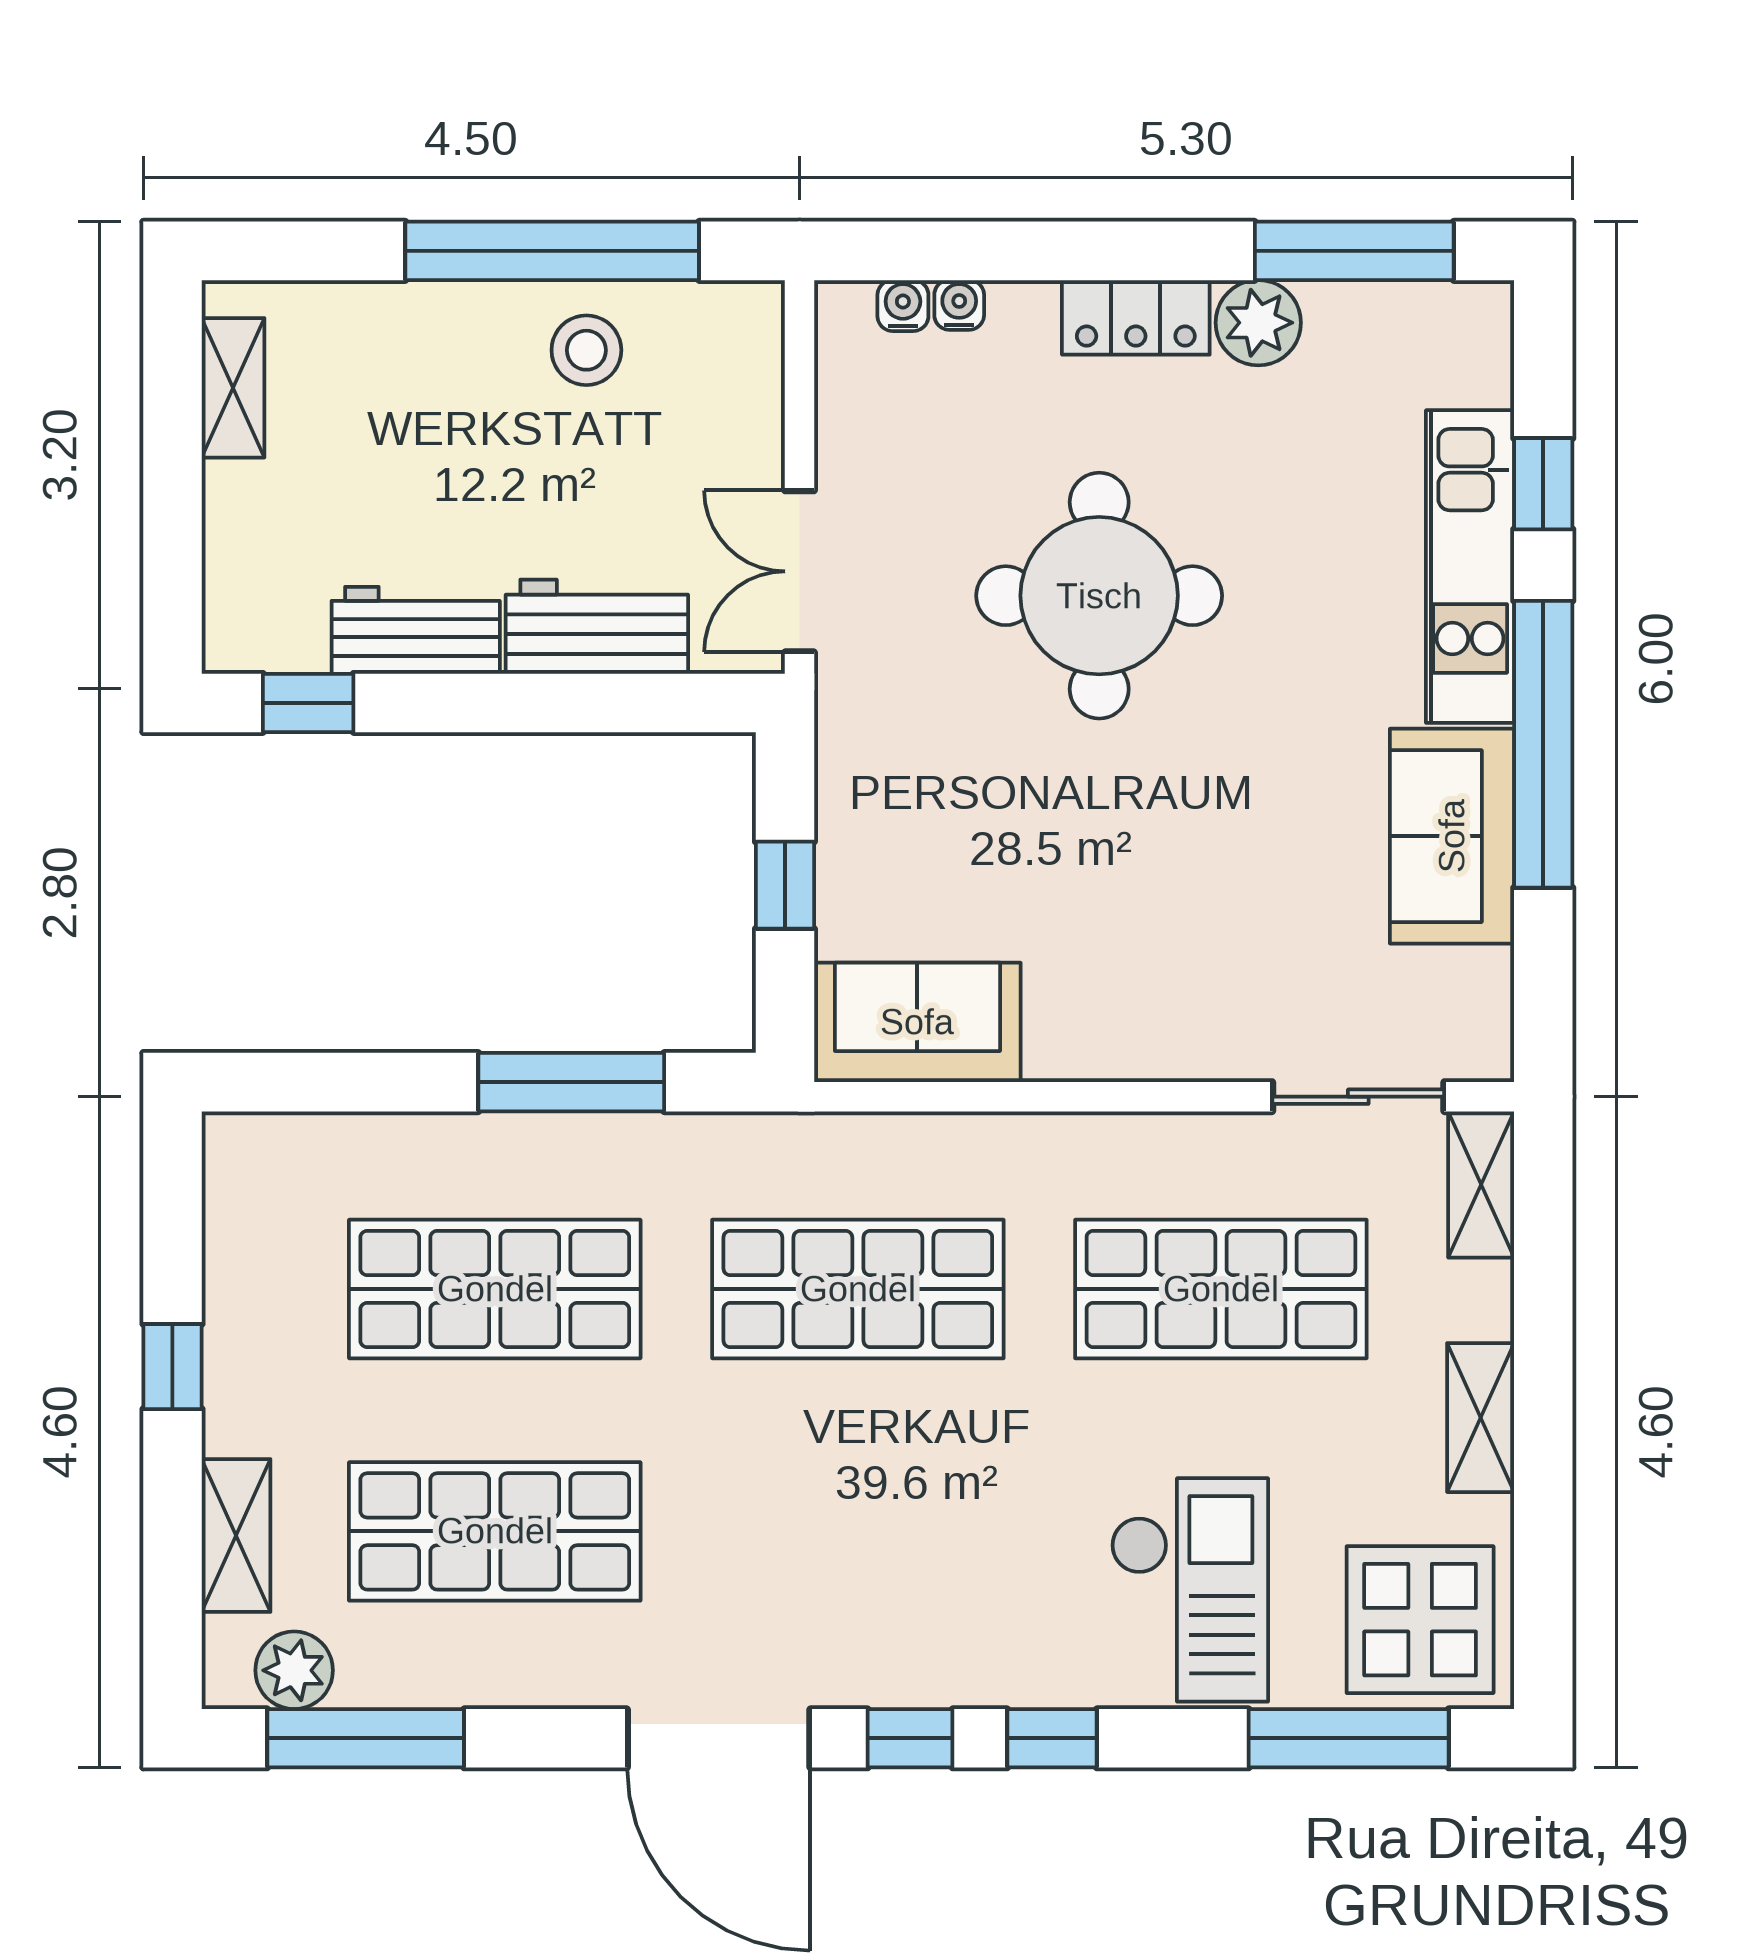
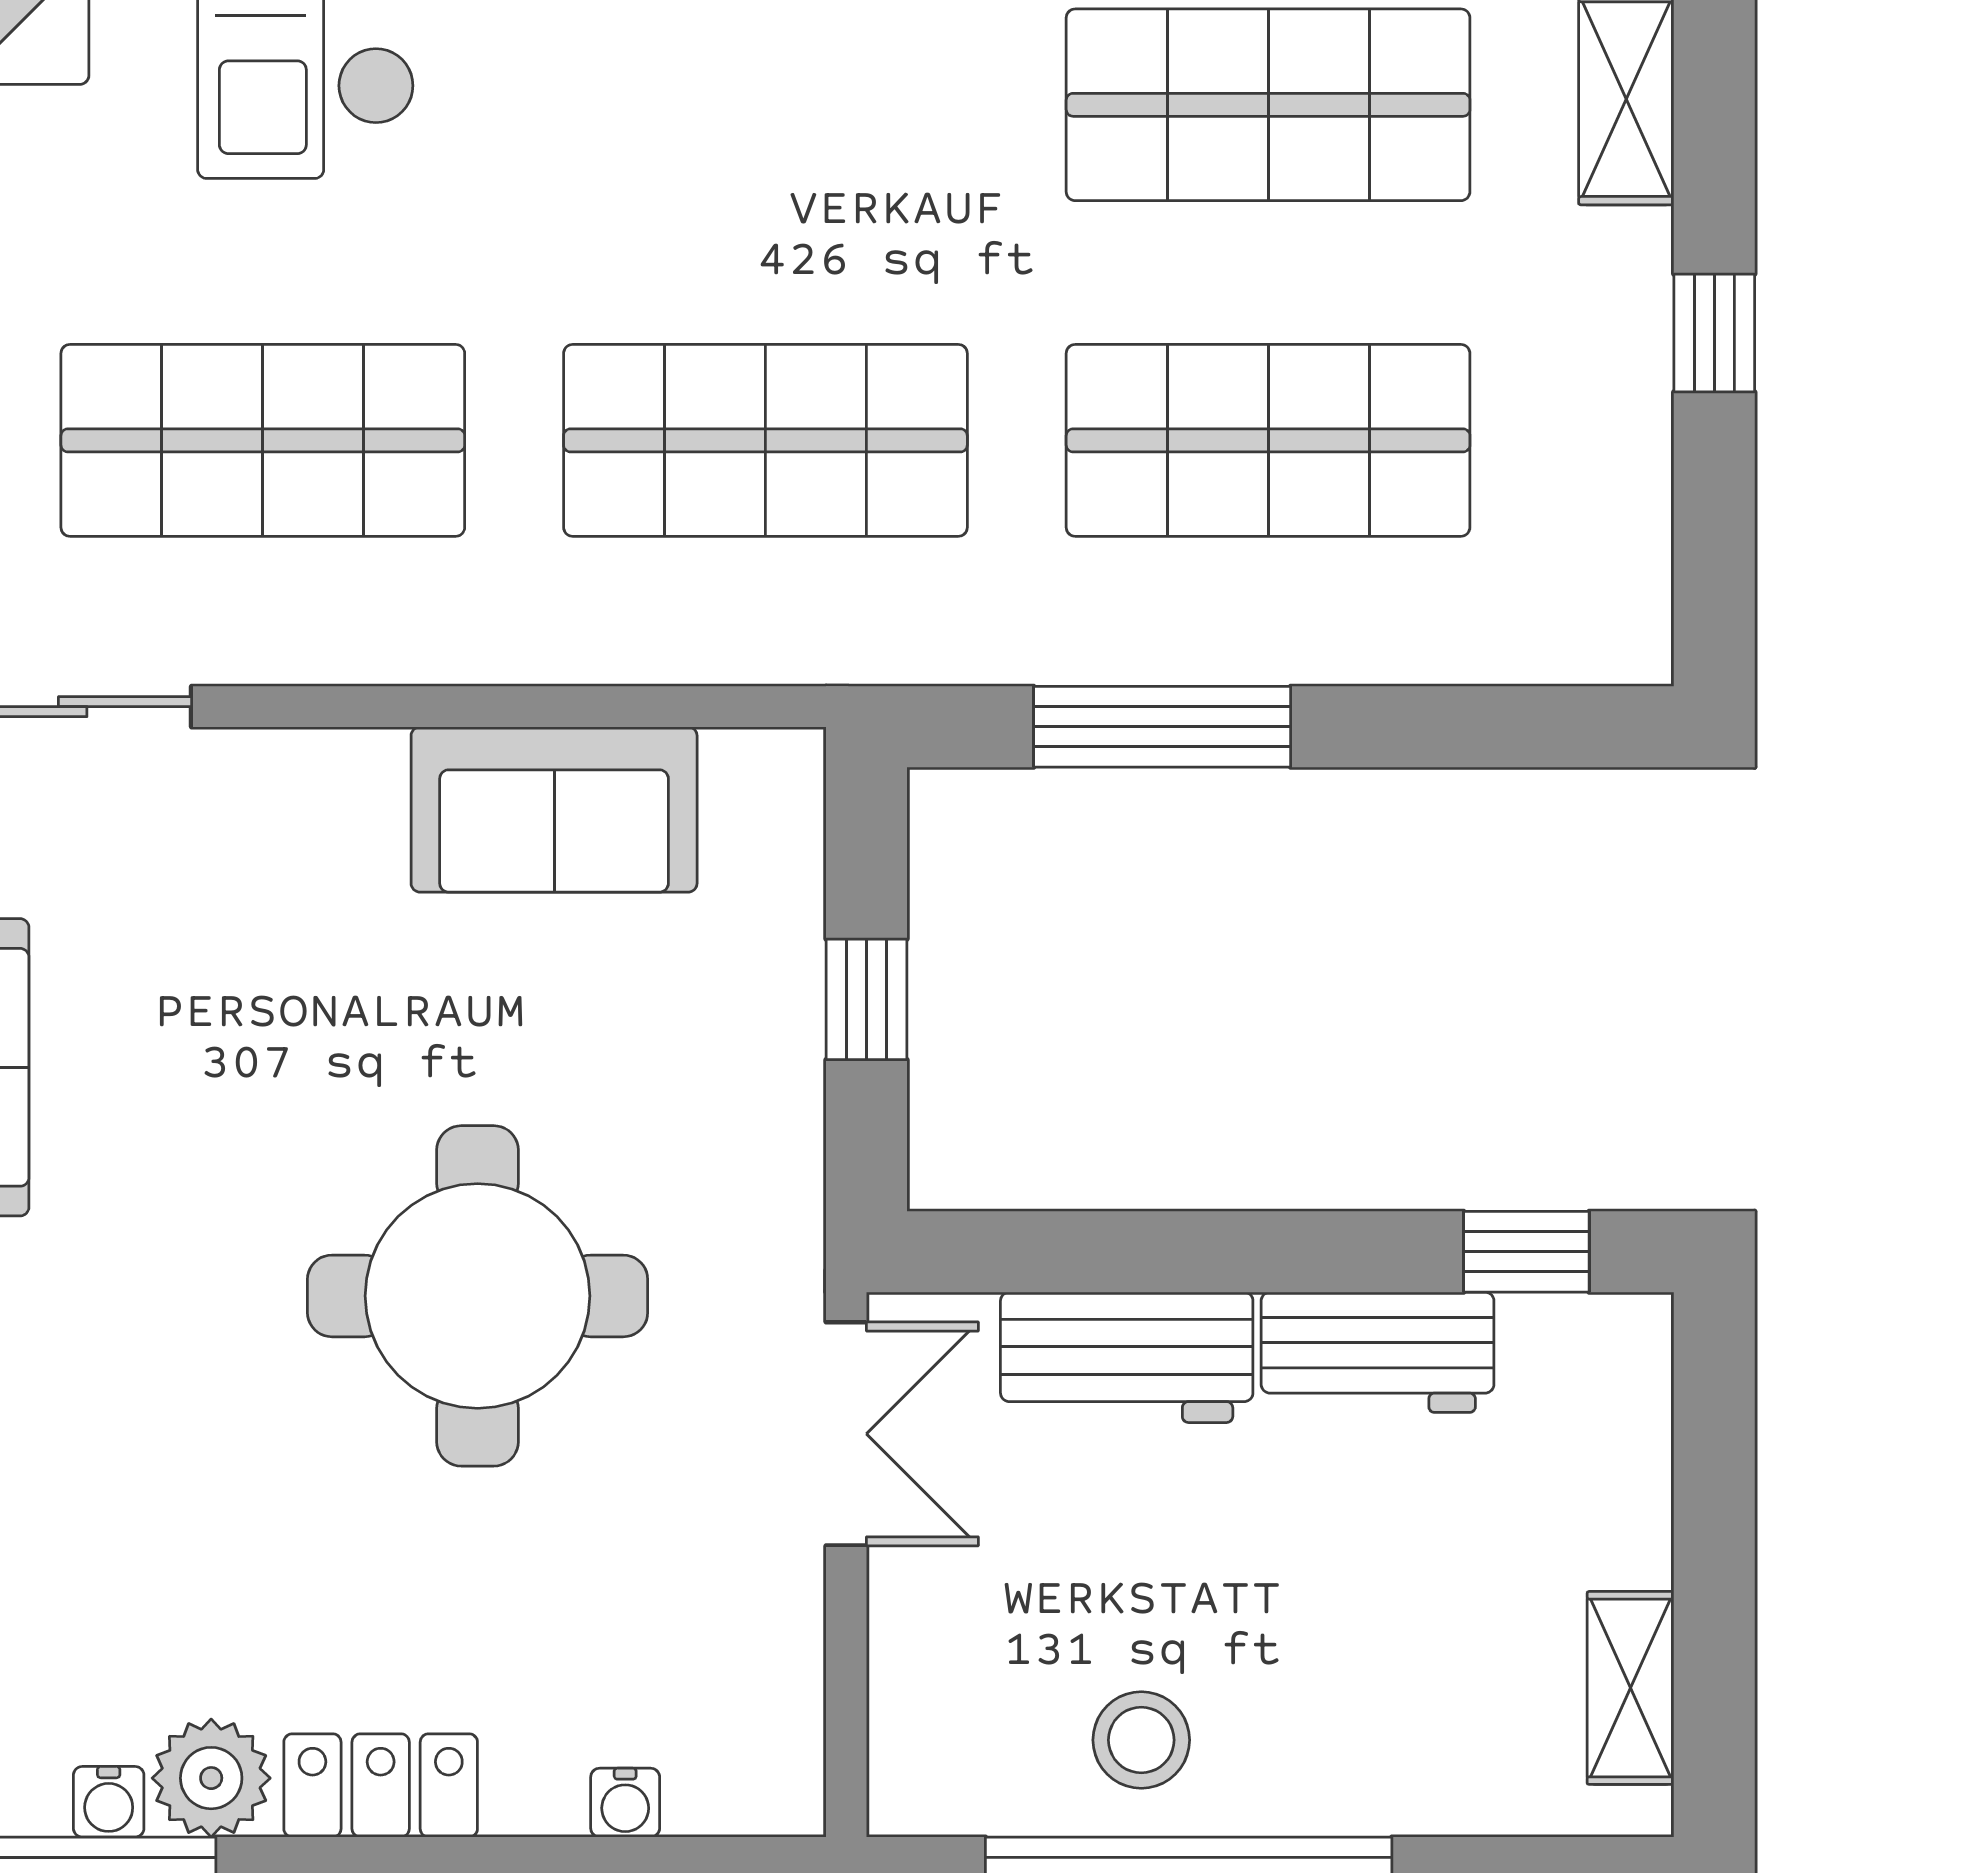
water cooler: (903, 306) -> (109, 1802), moved
round table: (1099, 596) -> (478, 1296), moved
sofa: (917, 1022) -> (554, 809), moved

